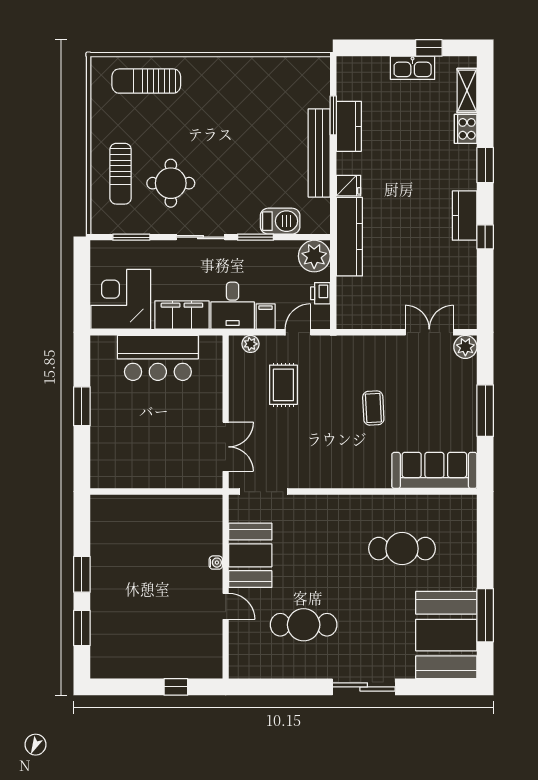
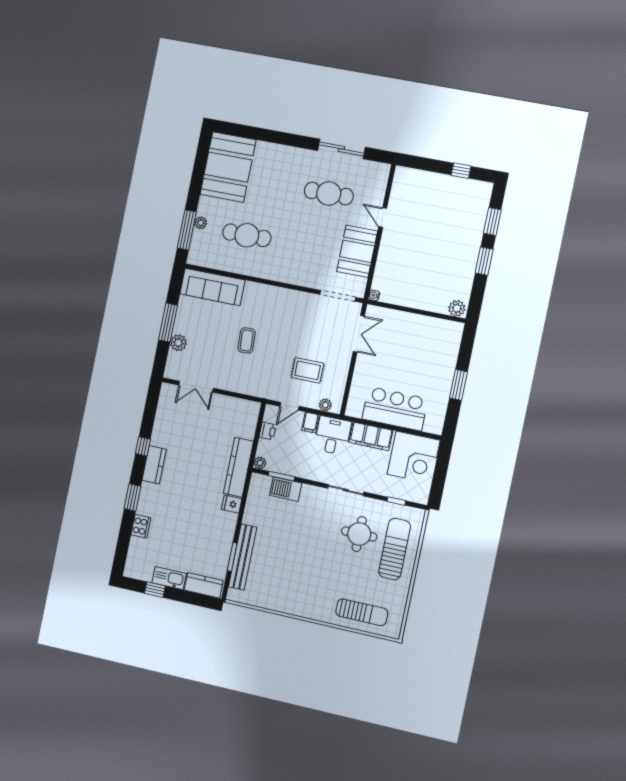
shelving: (467, 91) -> (134, 553), removed
kitchen counter: (349, 126) -> (204, 585), moved, turned 90
bench: (319, 153) -> (243, 557), moved
sun lounger: (121, 174) -> (395, 549), width x1.36, depth x1.34
window: (131, 237) -> (396, 501), width x0.67
window: (256, 237) -> (281, 476), moved
plant: (314, 256) -> (260, 463), width x0.53, depth x0.53
plant: (465, 347) -> (178, 343), moved
rug: (283, 385) -> (308, 370), turned 90
double door: (226, 447) -> (359, 334), swing flipped
plant: (104, 506) -> (457, 308), added
plant: (468, 553) -> (201, 223), added
water cooler: (216, 563) -> (374, 295), moved
window: (485, 615) -> (187, 230), moved
window: (176, 687) -> (461, 171), moved
sliding door: (364, 687) -> (341, 149), moved

